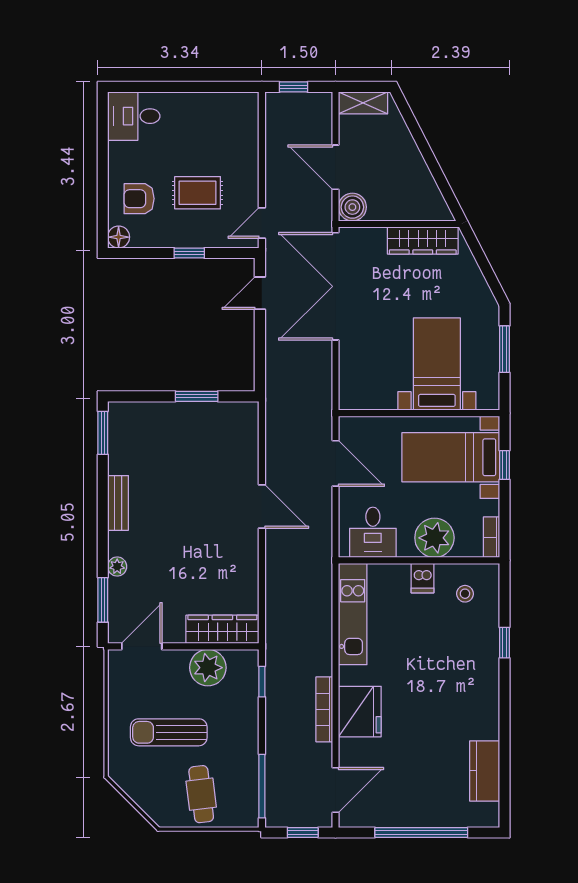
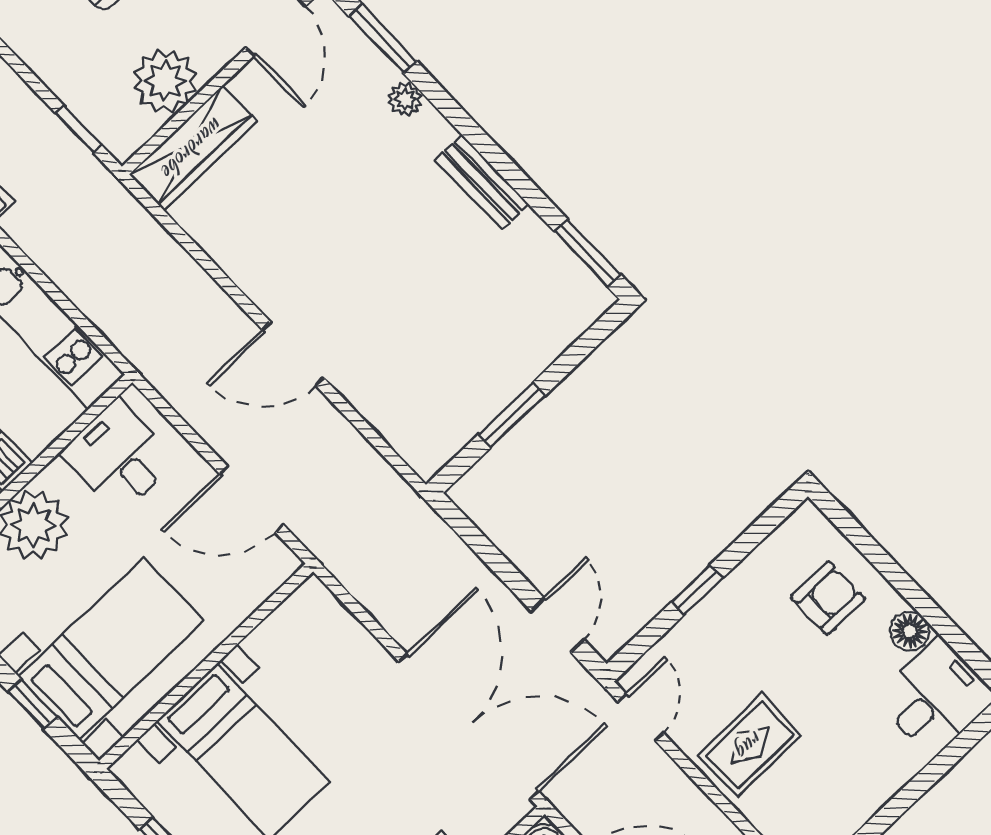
rug: (198, 193) -> (750, 745), moved
floor lamp: (119, 237) -> (910, 631), moved

